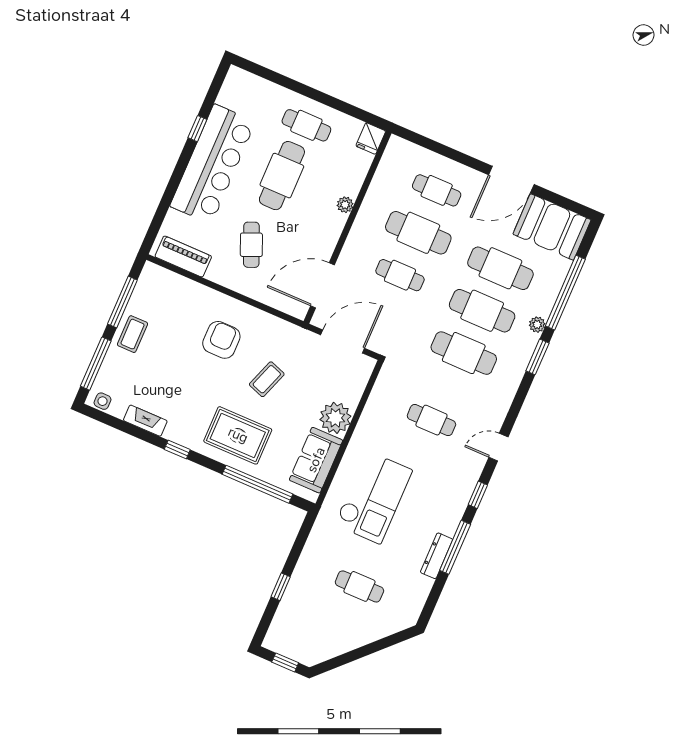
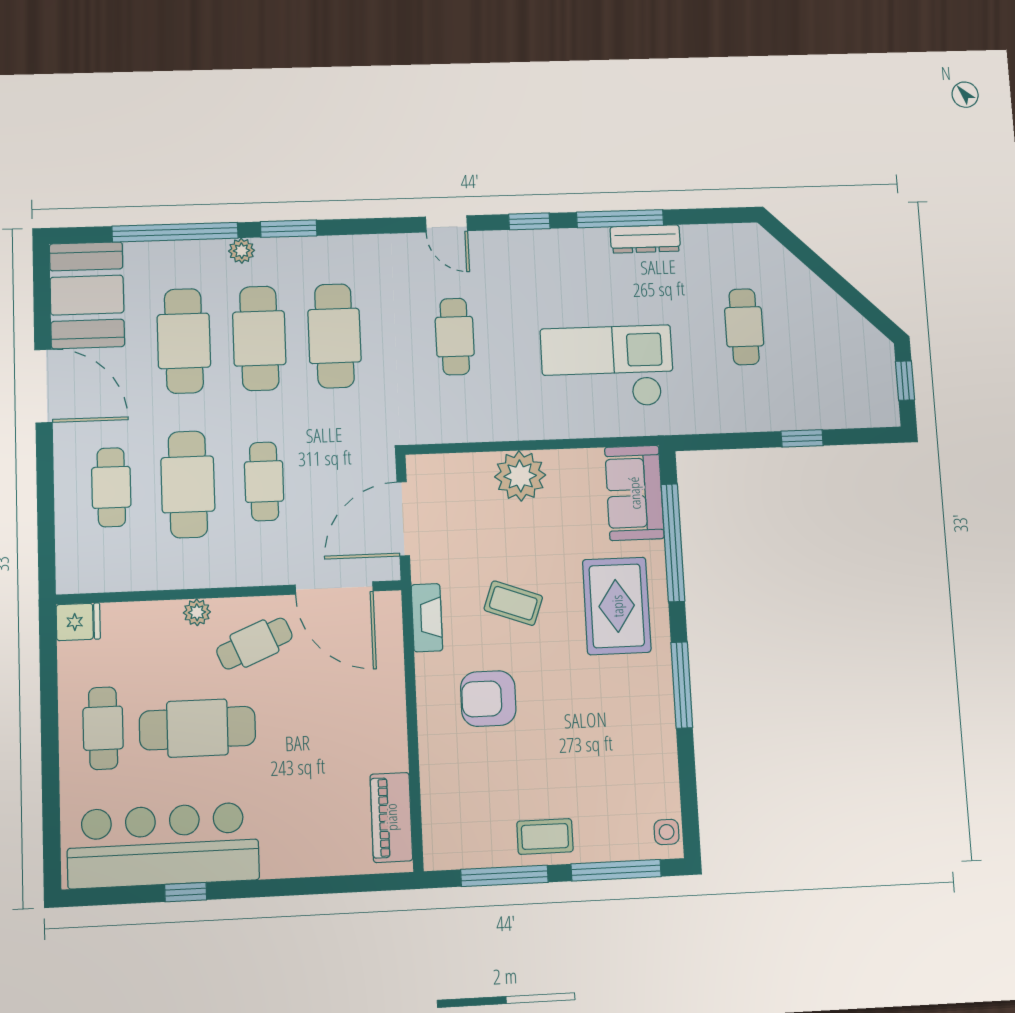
bar counter: (213, 164) -> (163, 845), moved
cafe table: (251, 245) -> (254, 644), moved
door: (343, 341) -> (403, 519), hinge flipped
fireplace: (145, 421) -> (427, 618), moved, turned 180
window: (177, 449) -> (682, 685), width x2.17
sofa: (316, 460) -> (634, 493), moved, turned 90

